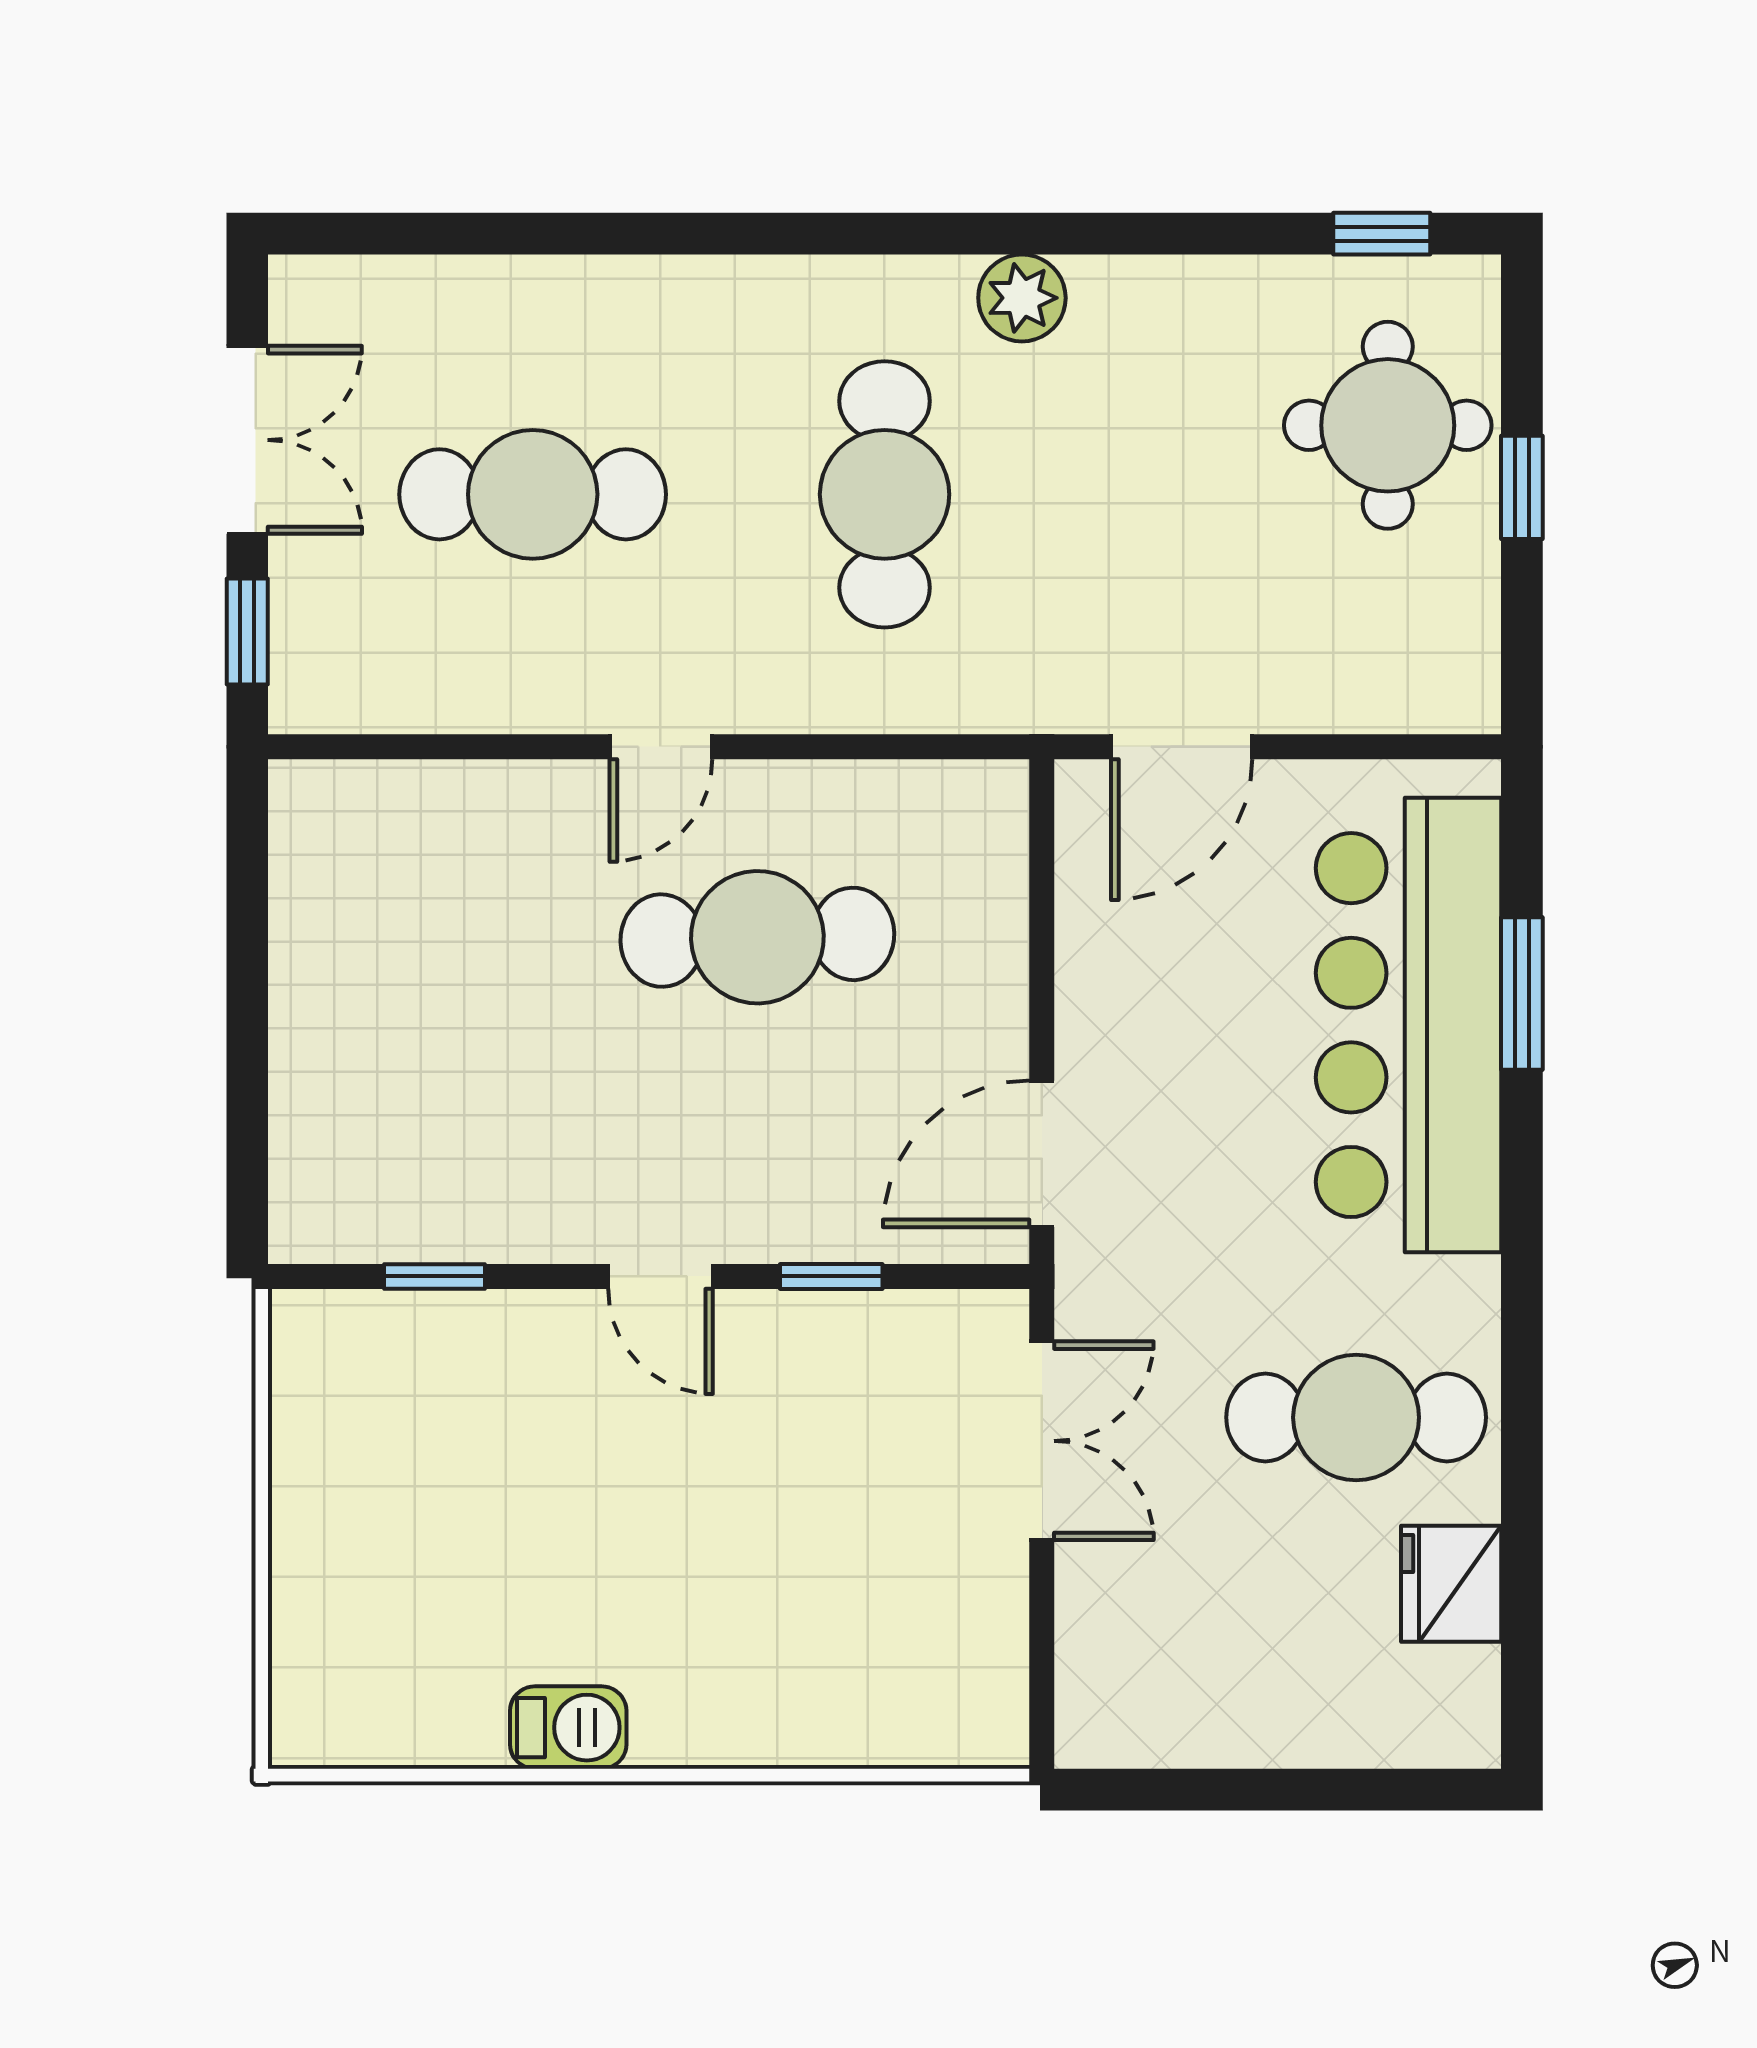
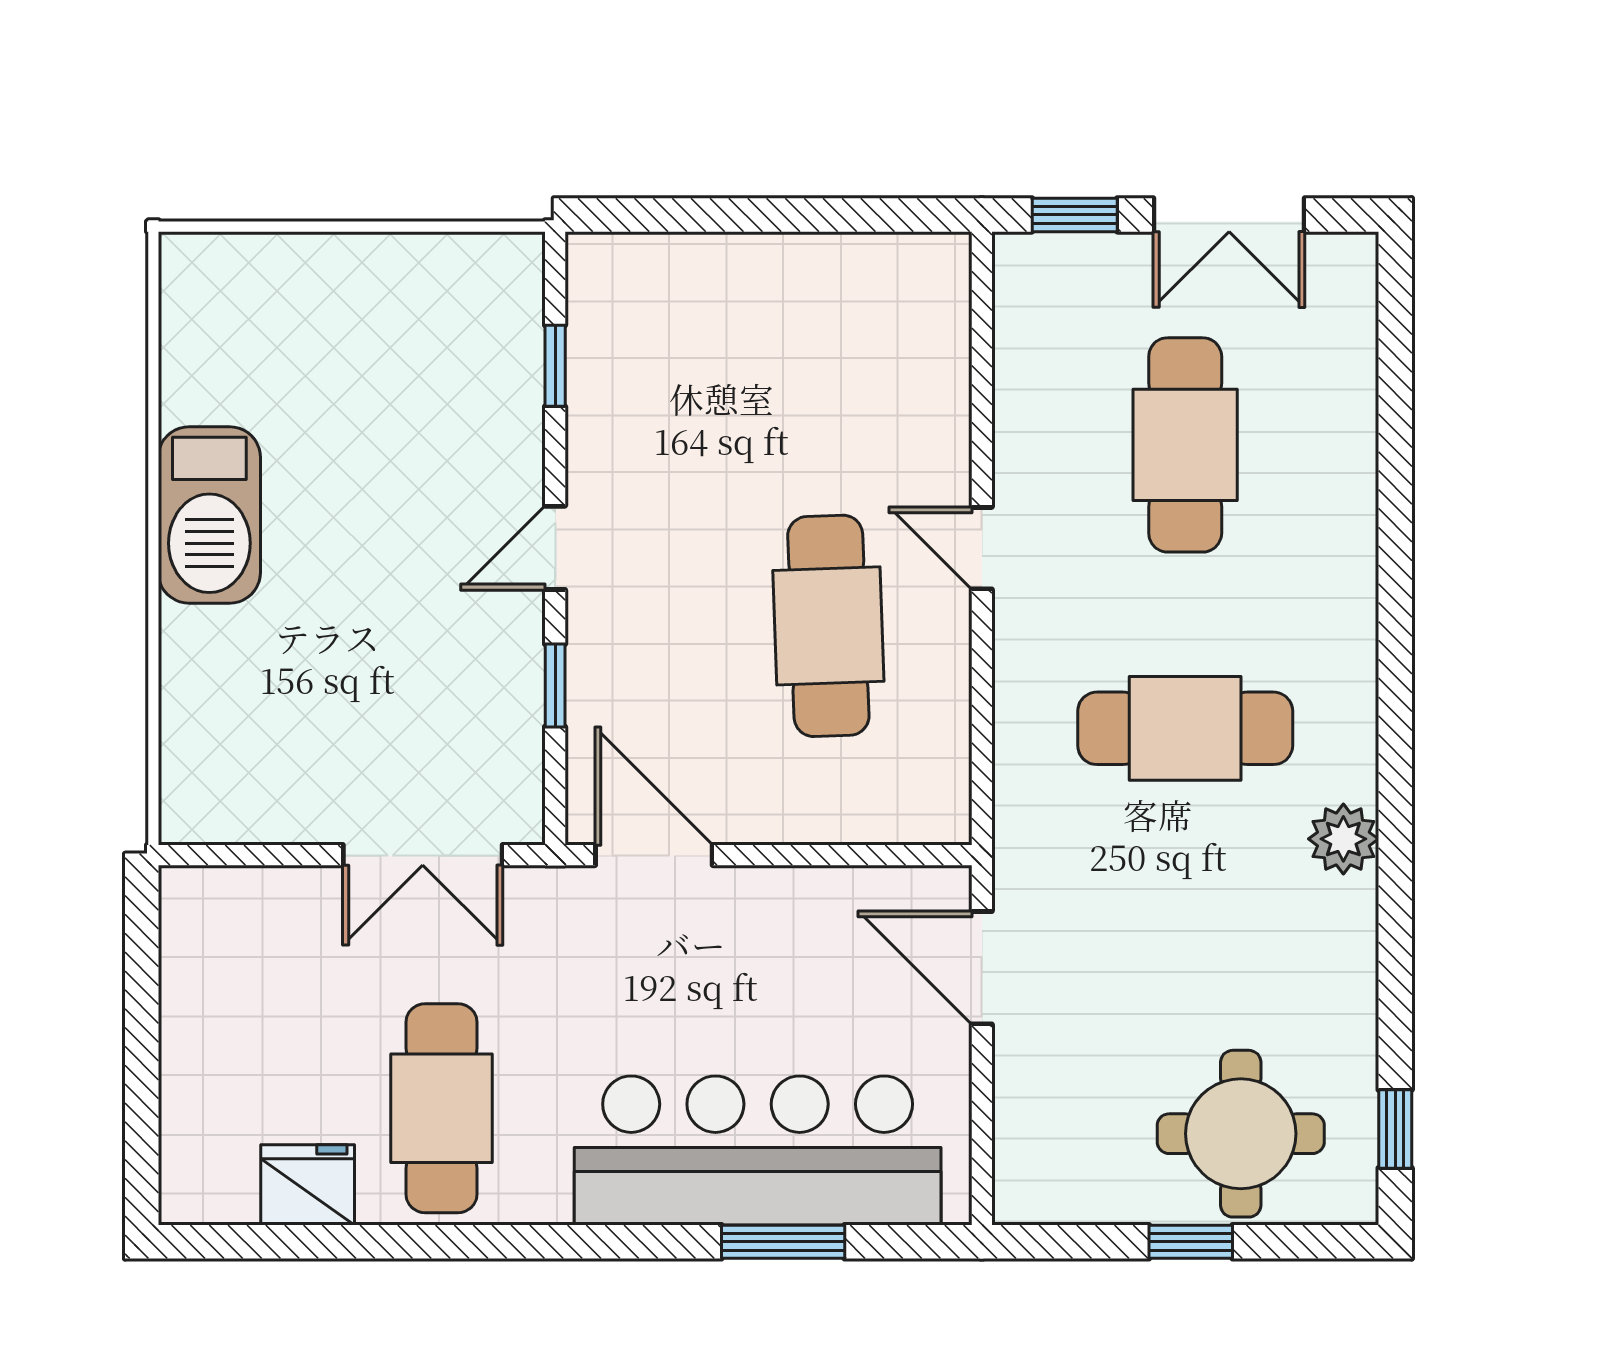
barbecue: (568, 1728) -> (209, 515), width x1.88, depth x1.53

